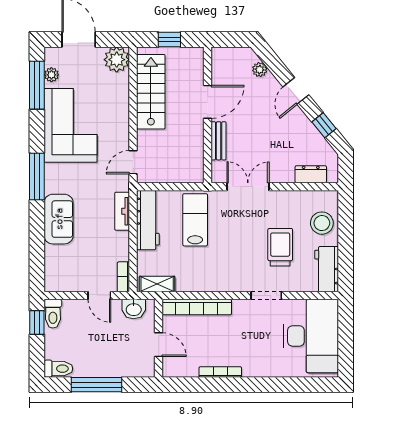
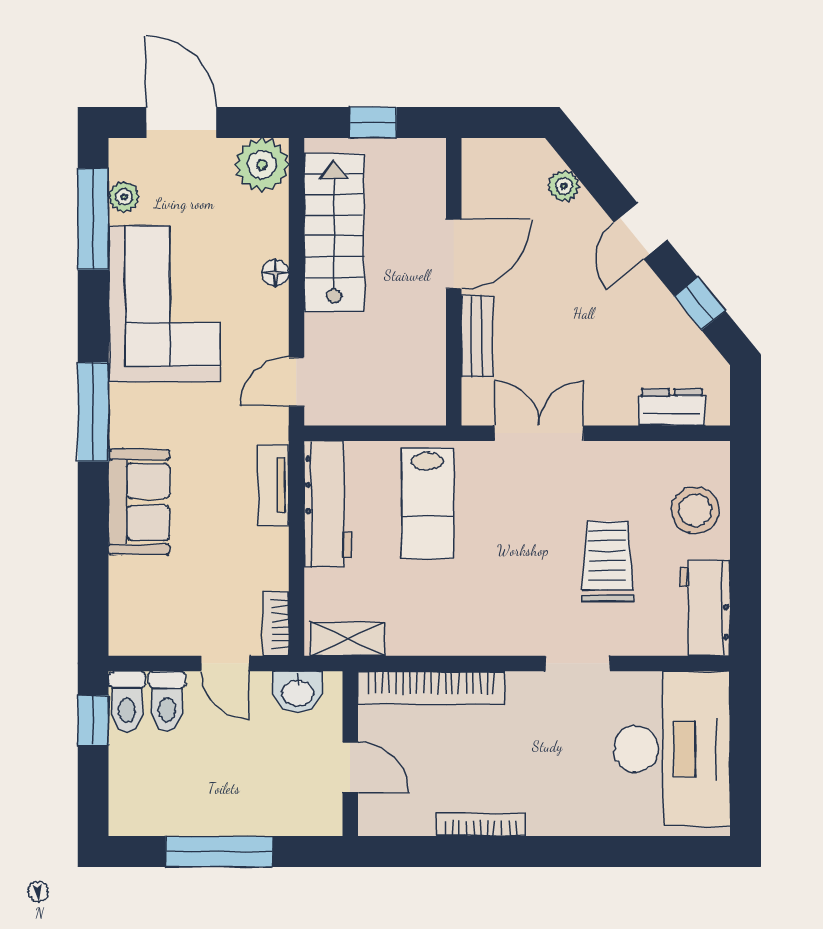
floor lamp: (123, 111) -> (275, 273), added
lab bench: (195, 220) -> (427, 503), turned 180
toilet: (58, 369) -> (167, 701), moved, turned 90

